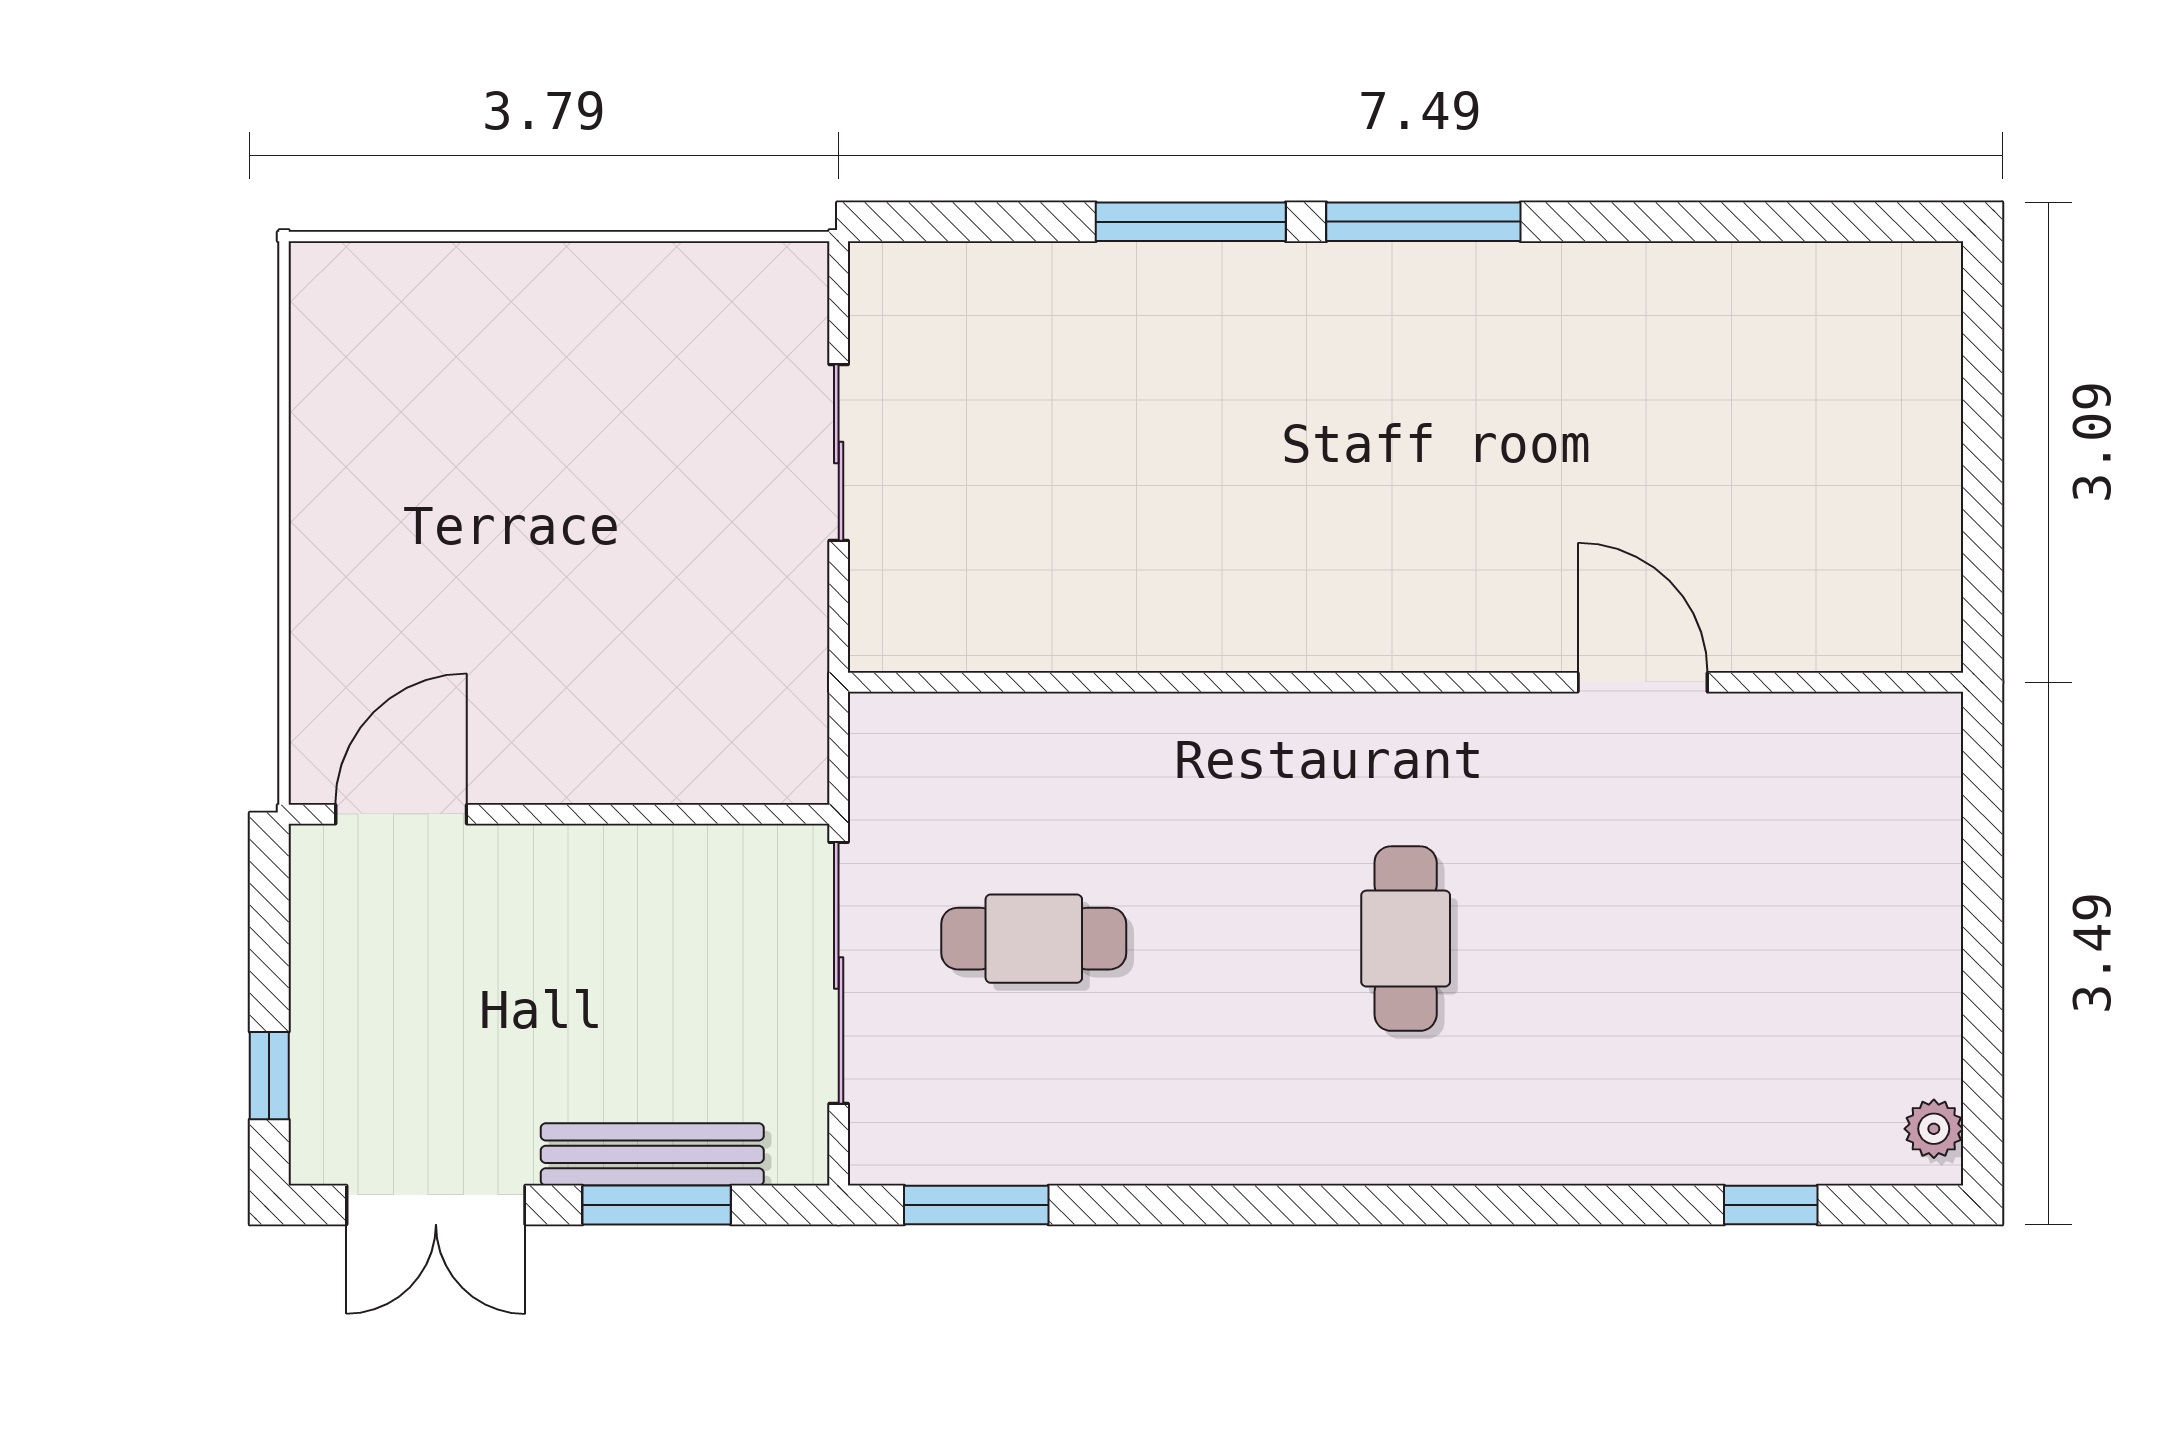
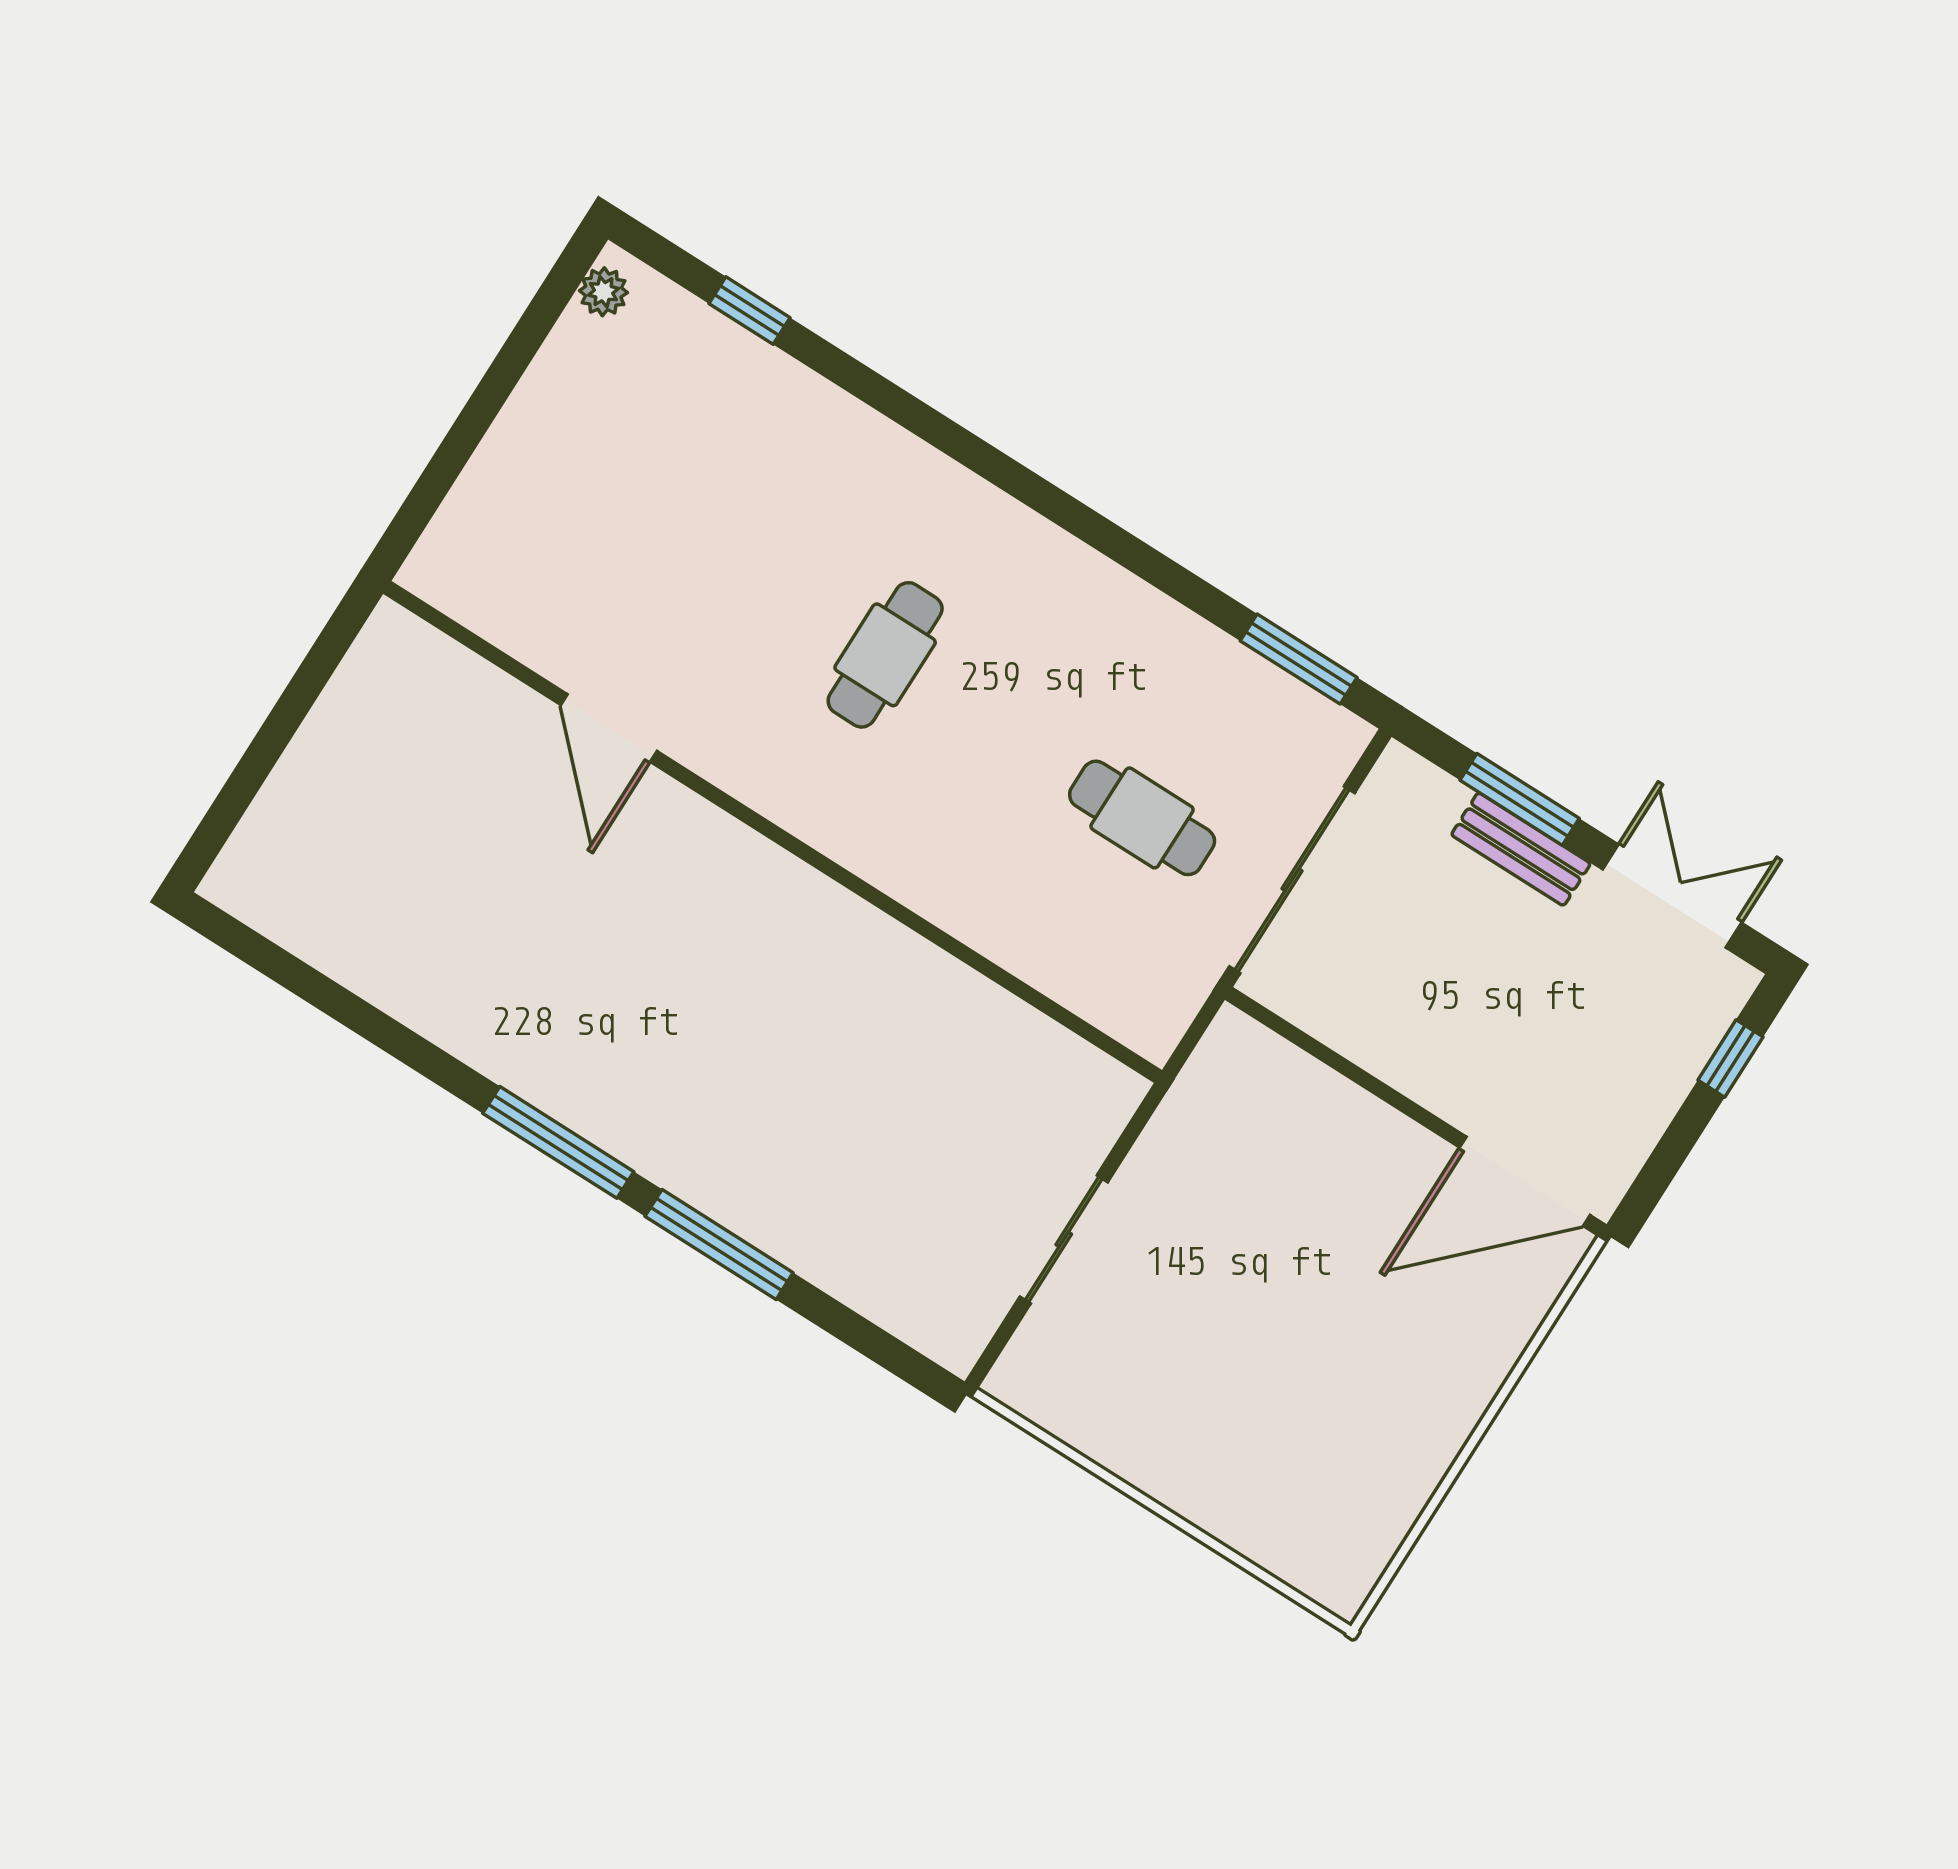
door: (401, 814) -> (1525, 1181), width x1.36
bench: (652, 1154) -> (1521, 849), width x0.73

